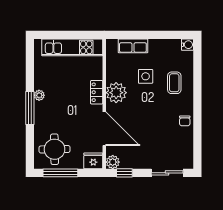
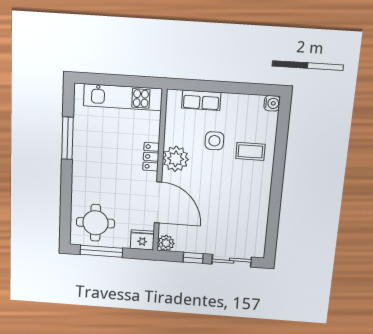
coffee table: (174, 83) -> (250, 151), turned 90
plant: (39, 95) -> (79, 156), removed
window: (30, 108) -> (67, 138), moved
chair: (185, 121) -> (259, 200), removed
window: (124, 173) -> (193, 258), moved

